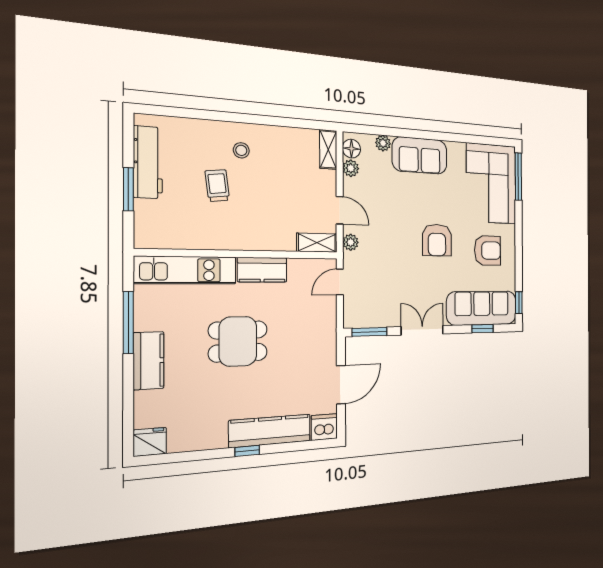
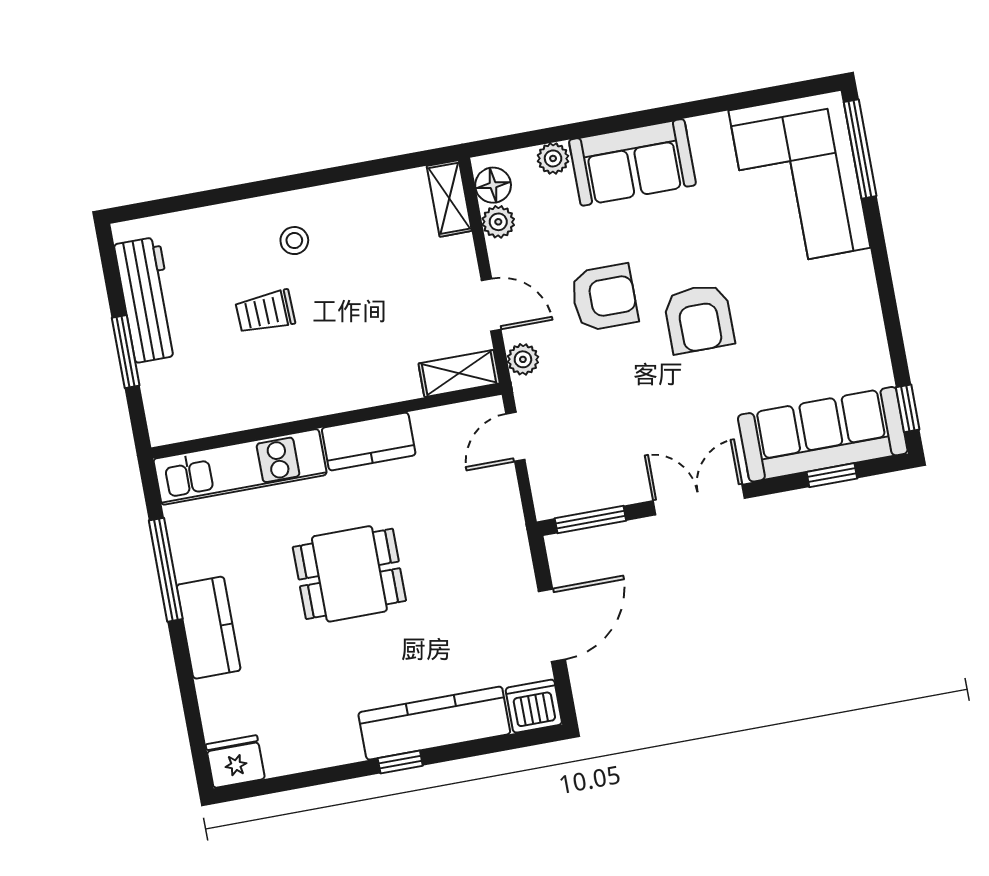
trolley: (217, 186) -> (265, 312), turned -85
armchair: (488, 251) -> (604, 298), moved

